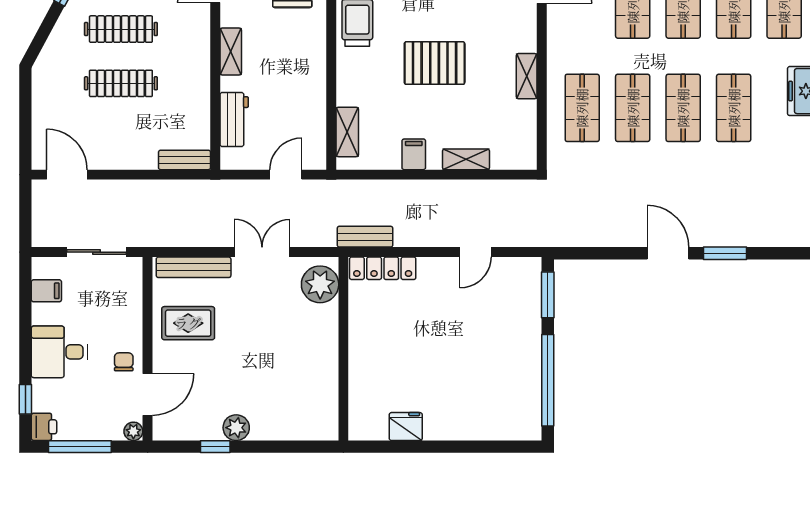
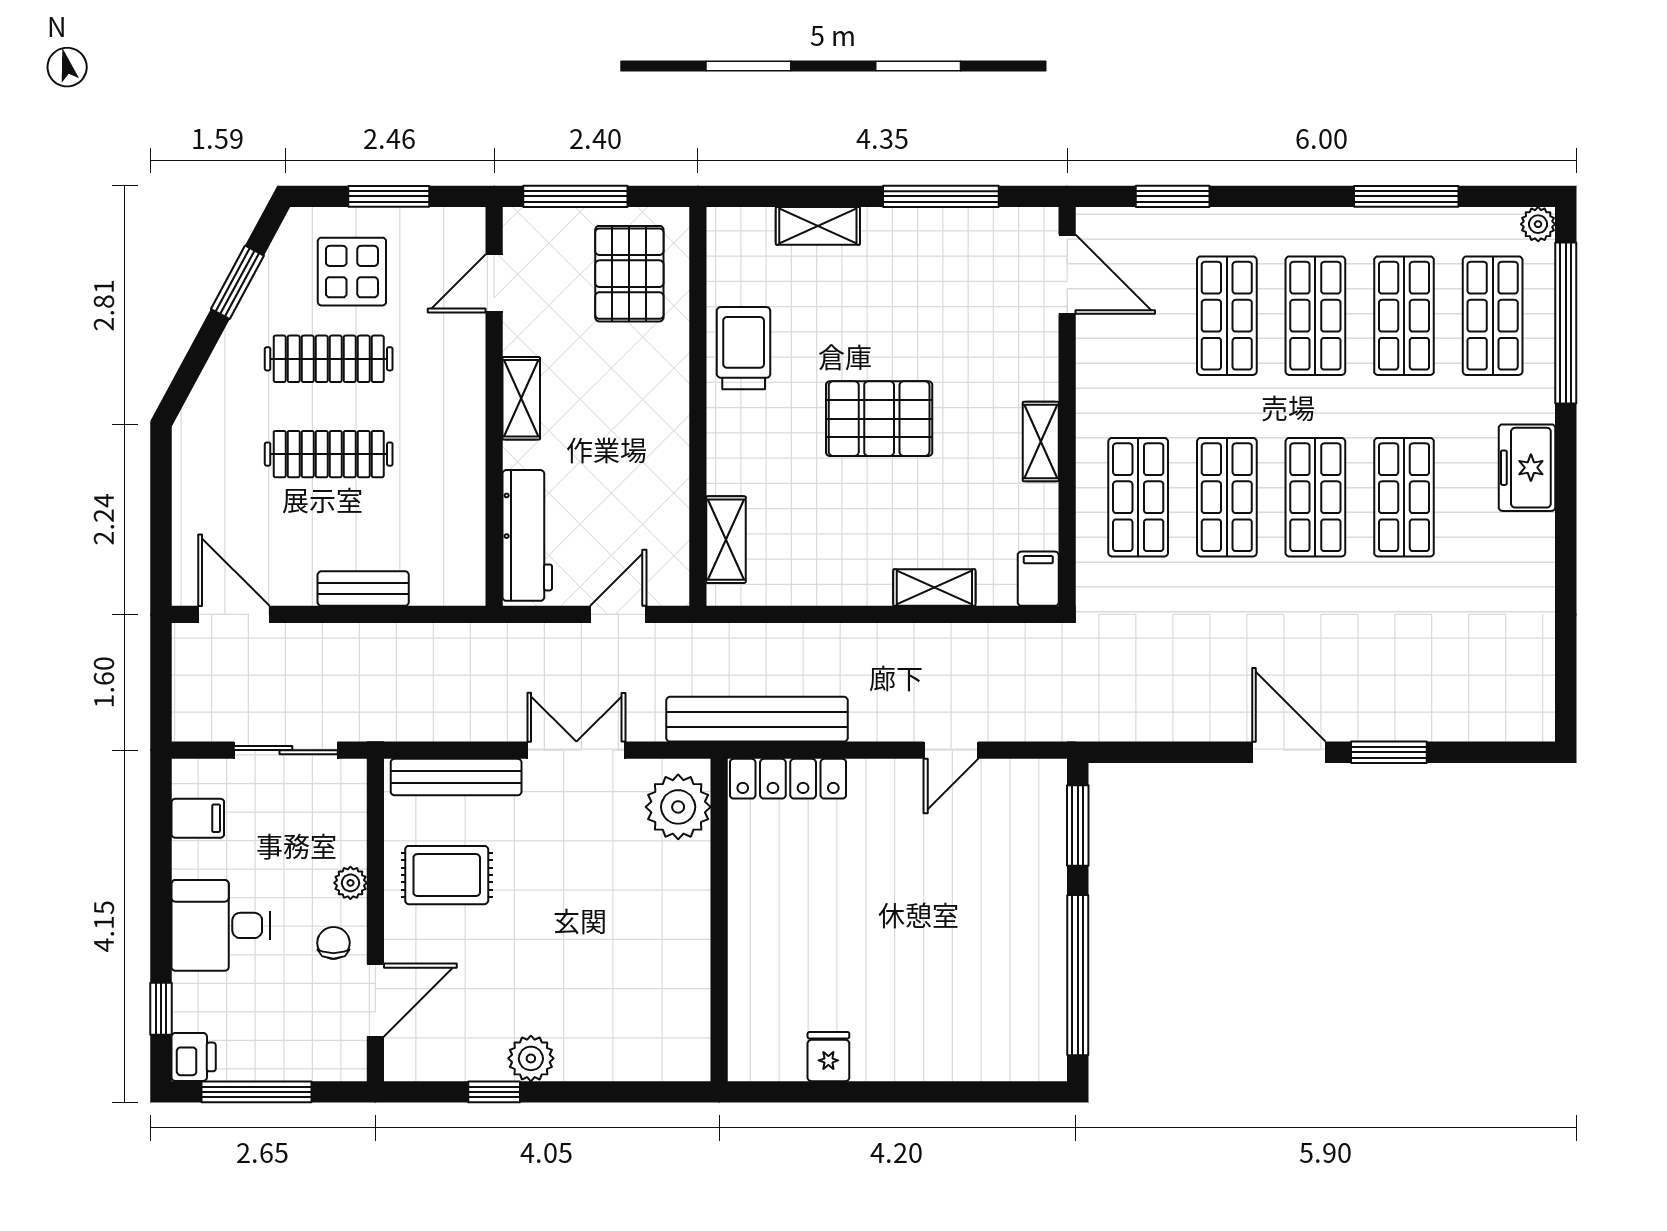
workbench: (234, 119) -> (527, 535), width x1.38
filing cabinet: (414, 154) -> (1038, 579), moved
bench: (184, 160) -> (363, 589), moved
bench: (365, 237) -> (757, 719), width x1.86, depth x1.21
fridge: (406, 427) -> (828, 1057), width x0.72
plant: (133, 431) -> (350, 883), moved

